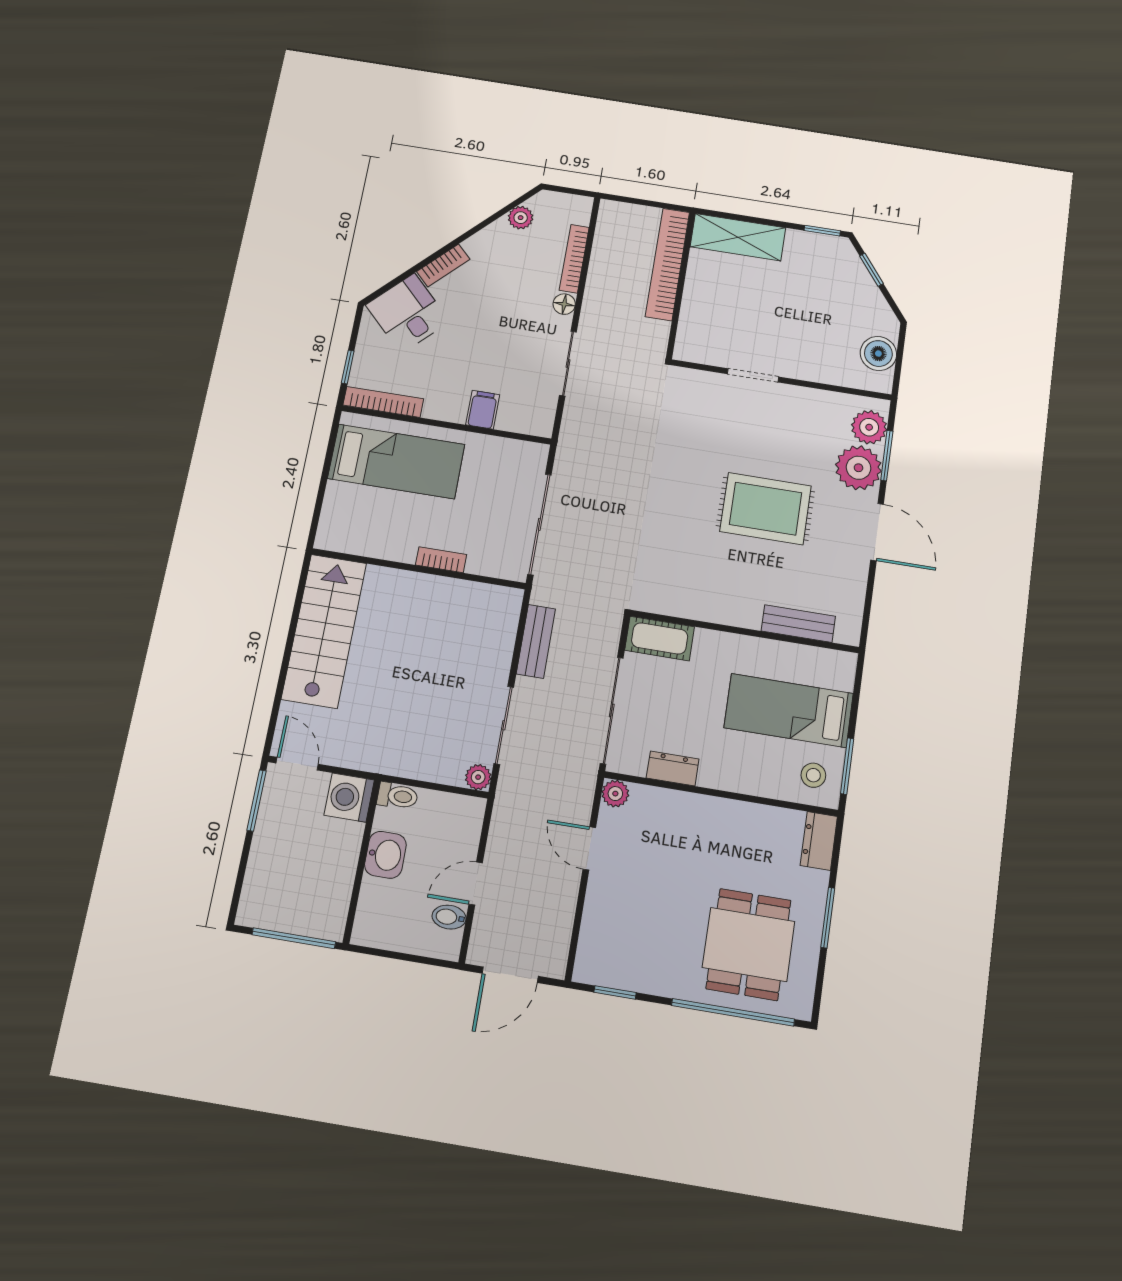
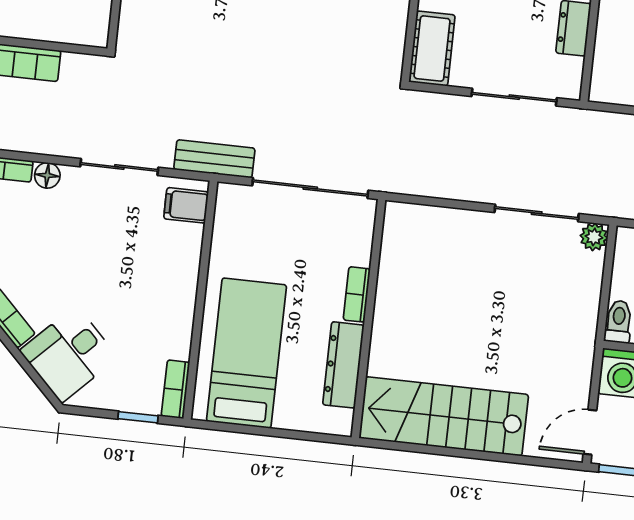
bookcase: (383, 402) -> (176, 389), width x0.64
filing cabinet: (483, 410) -> (186, 205), moved
dresser: (379, 544) -> (343, 365), added
bench: (536, 641) -> (214, 159), moved
sliding door: (612, 710) -> (514, 97), width x0.73
plant: (615, 794) -> (604, 89), removed

